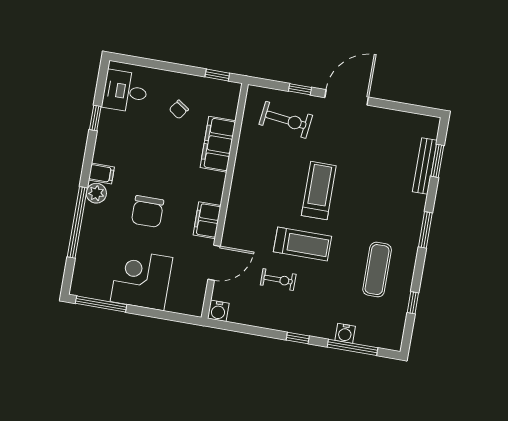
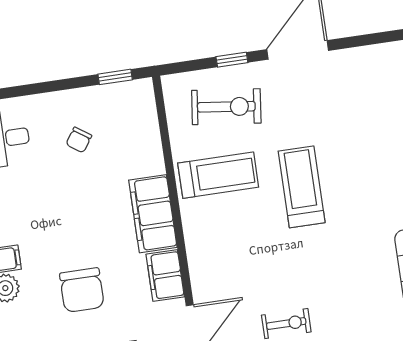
filing cabinet: (218, 144) -> (153, 214), moved
treadmill: (302, 244) -> (218, 175), moved

